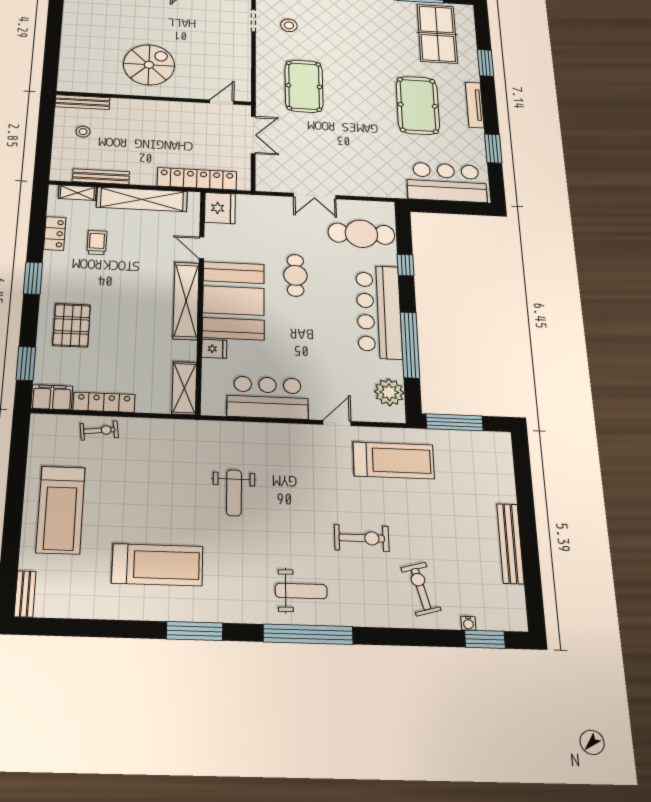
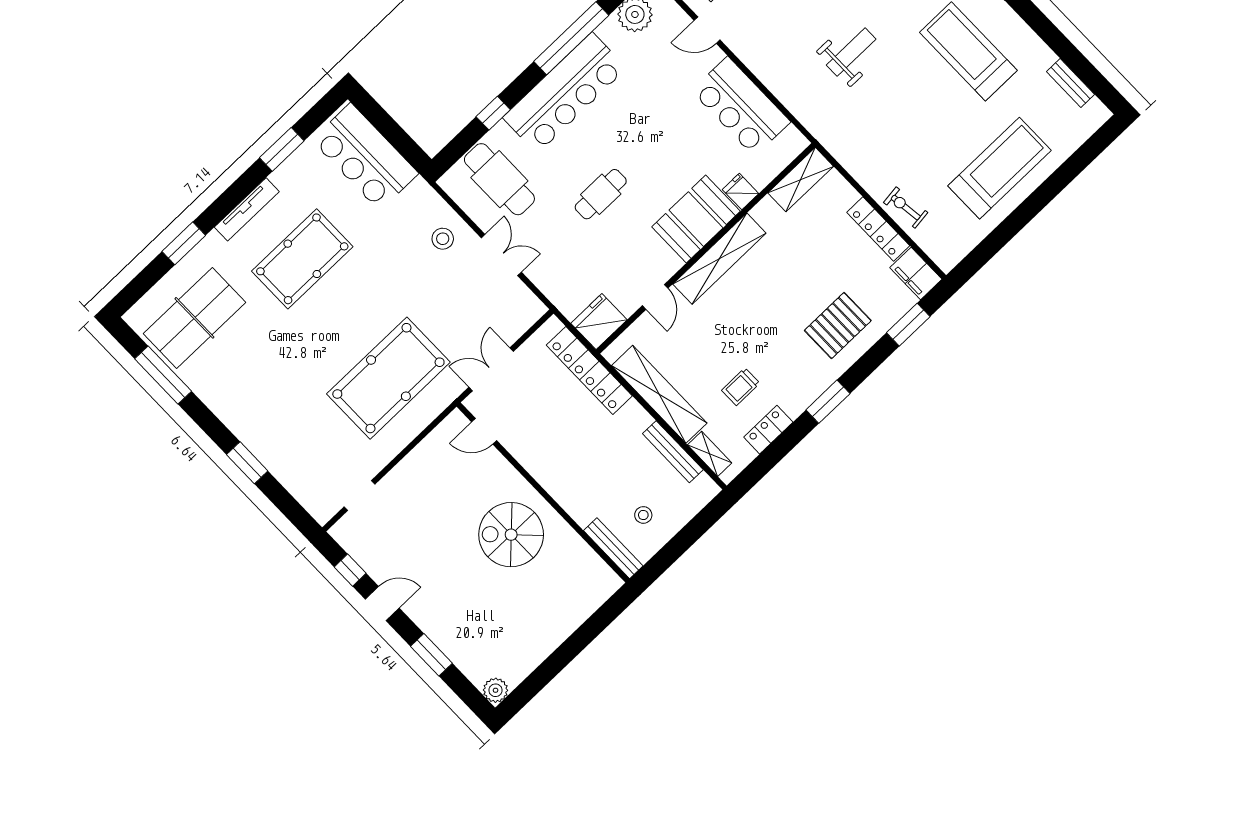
stool: (289, 25) -> (443, 239), moved
pool table: (304, 86) -> (388, 378), width x1.36, depth x1.32
booth: (233, 301) -> (696, 219), width x0.73, depth x0.70
bench: (25, 594) -> (1071, 83), moved, turned 90

